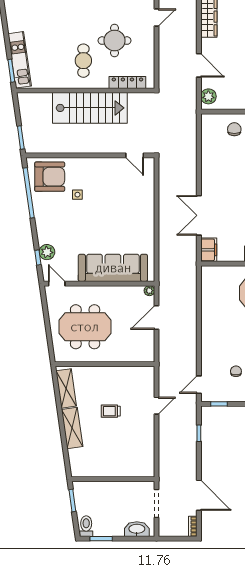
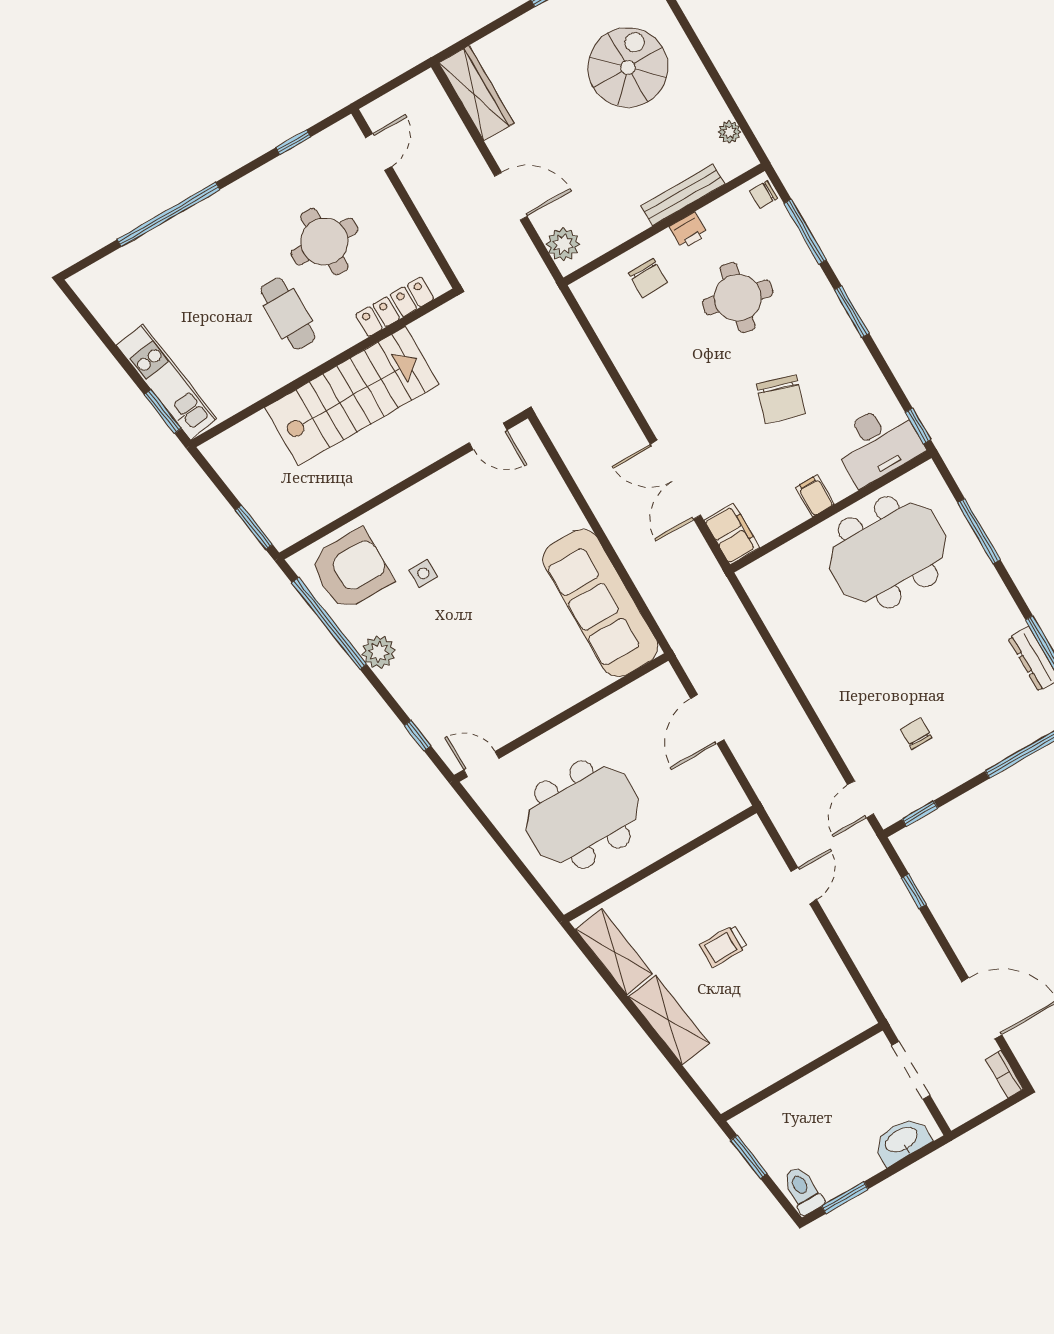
chair: (234, 129) -> (648, 278), turned 180
plant: (47, 252) -> (379, 652), moved
sofa: (113, 268) -> (600, 603), moved, turned -90
plant: (149, 291) -> (664, 676), removed

